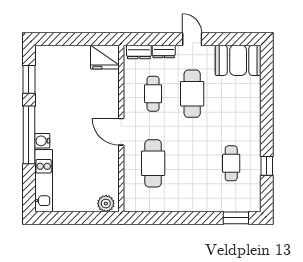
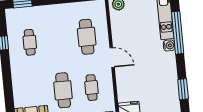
window: (29, 135) -> (178, 33), moved

